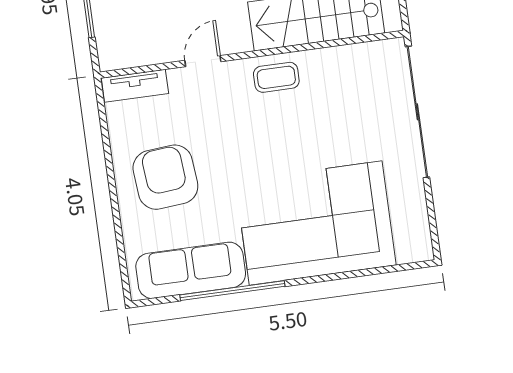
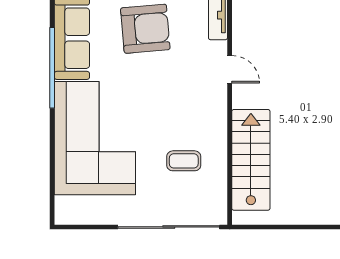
coffee table: (276, 77) -> (184, 161), moved, turned 90

